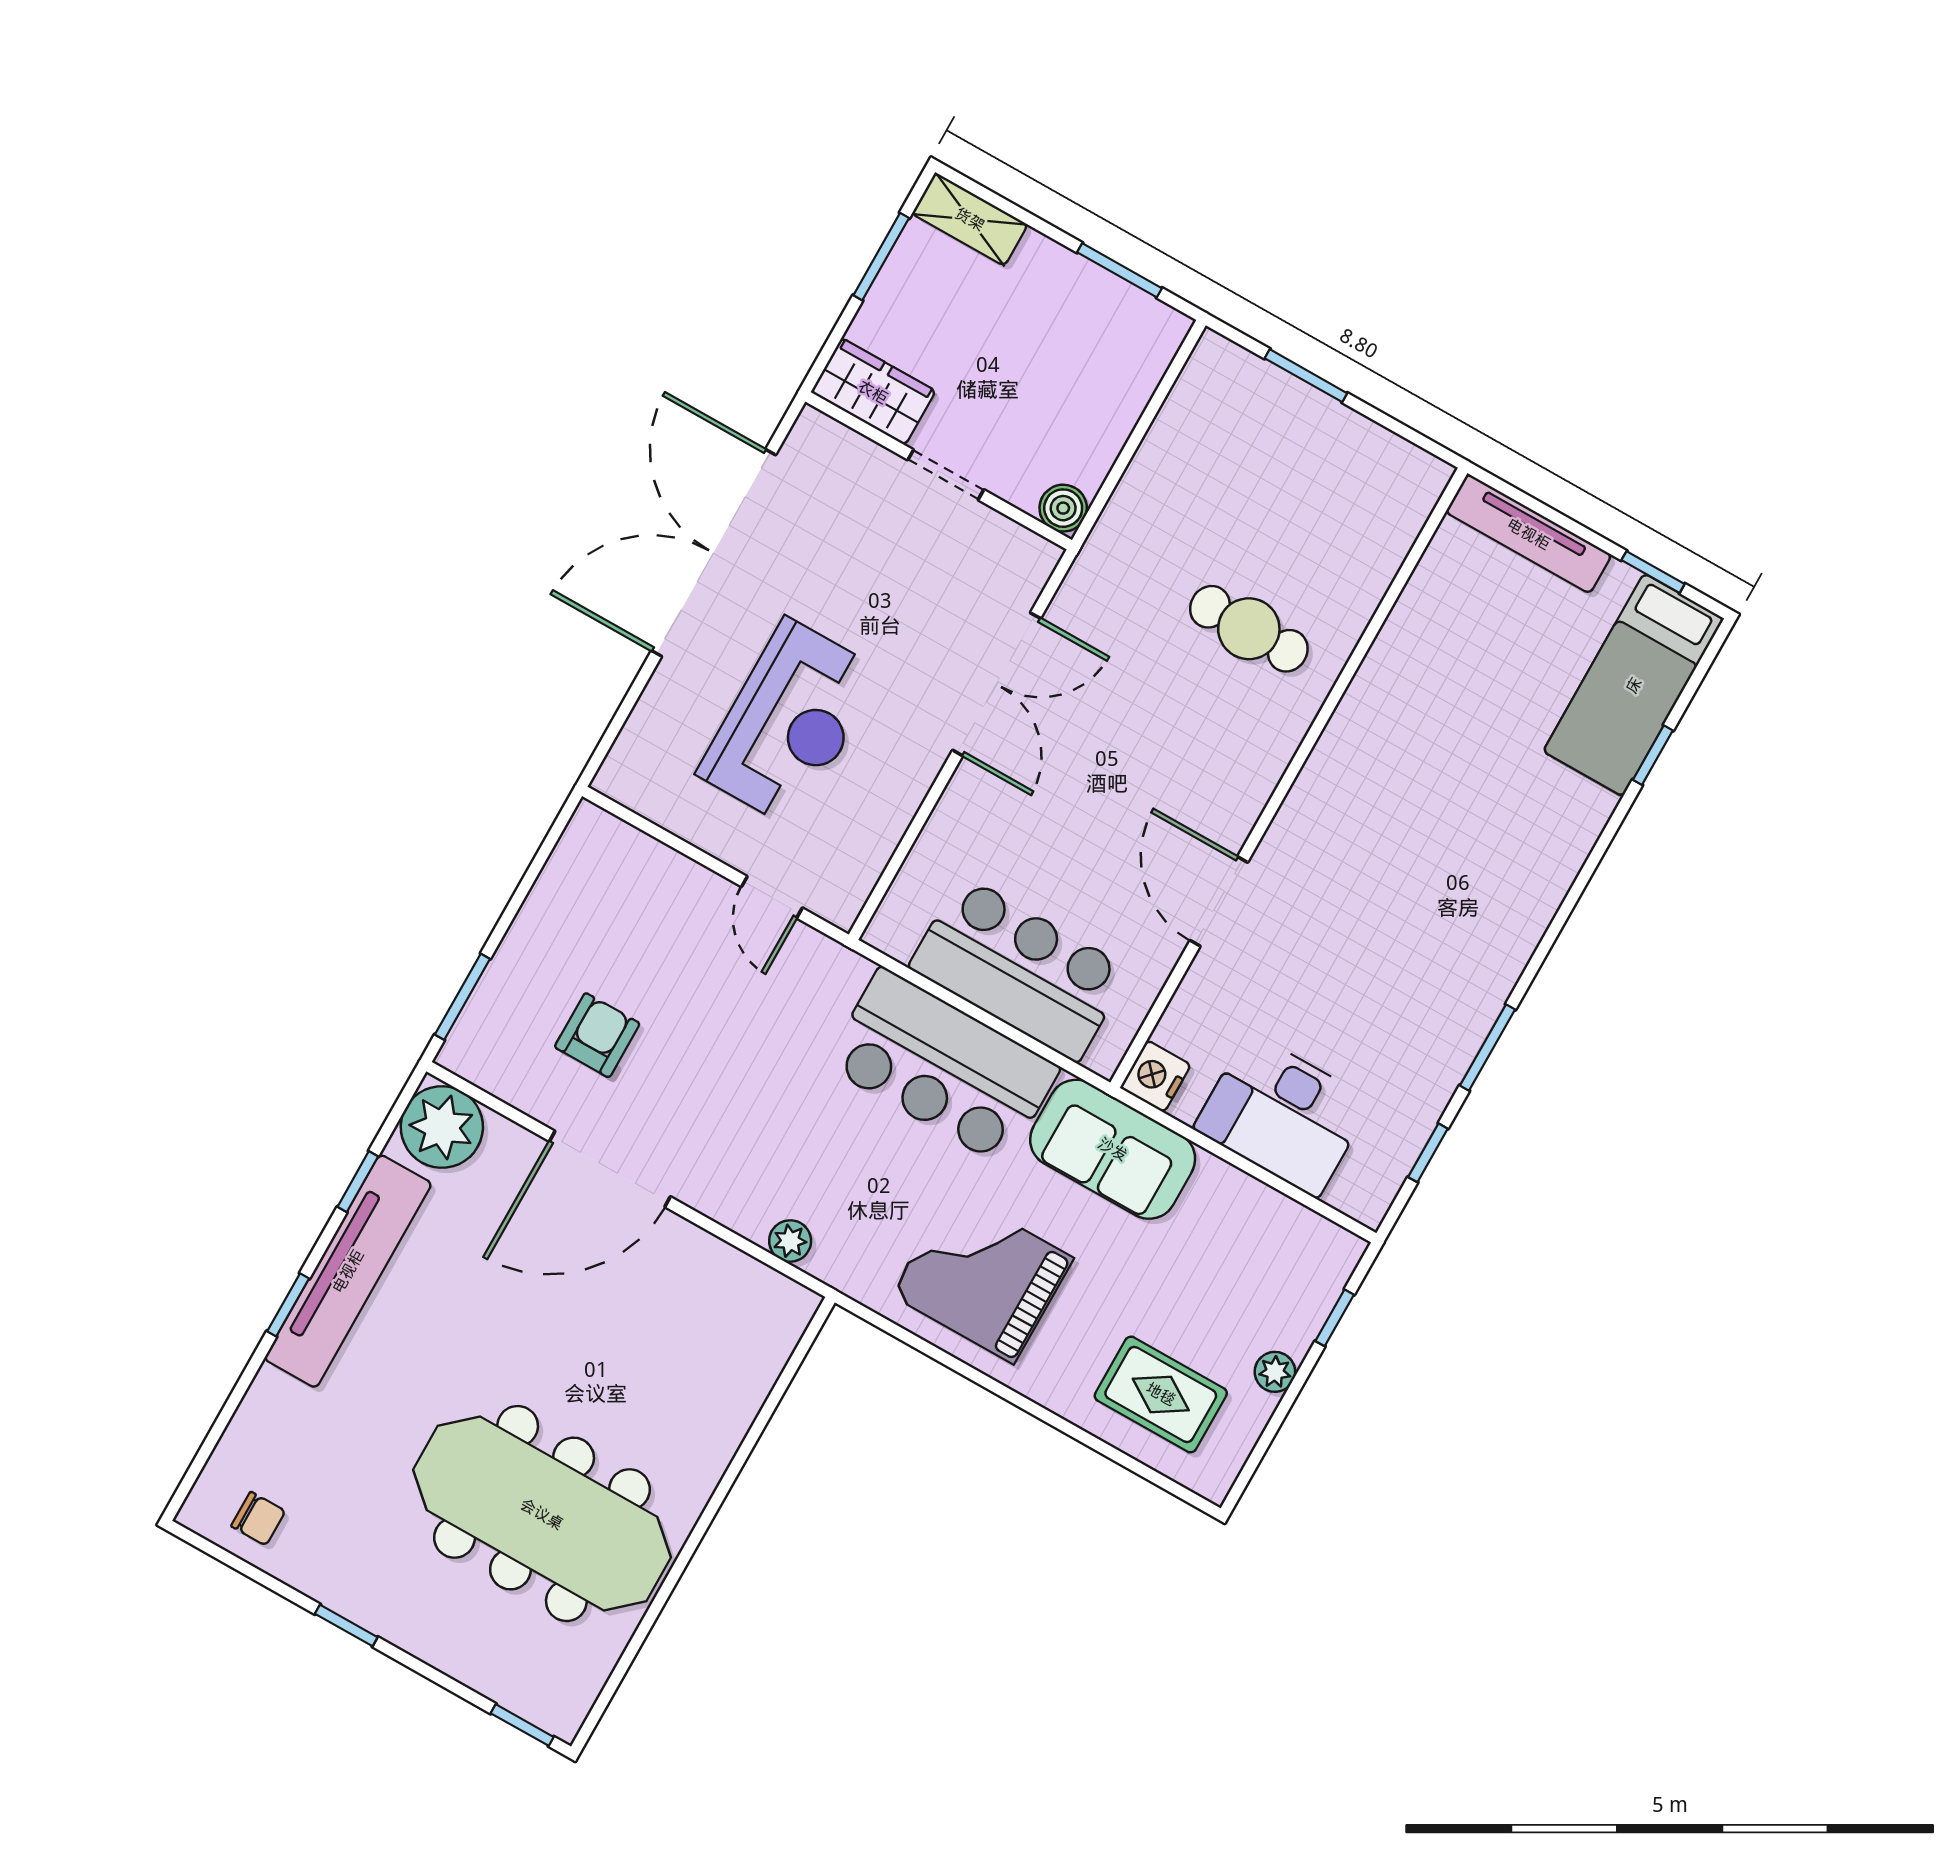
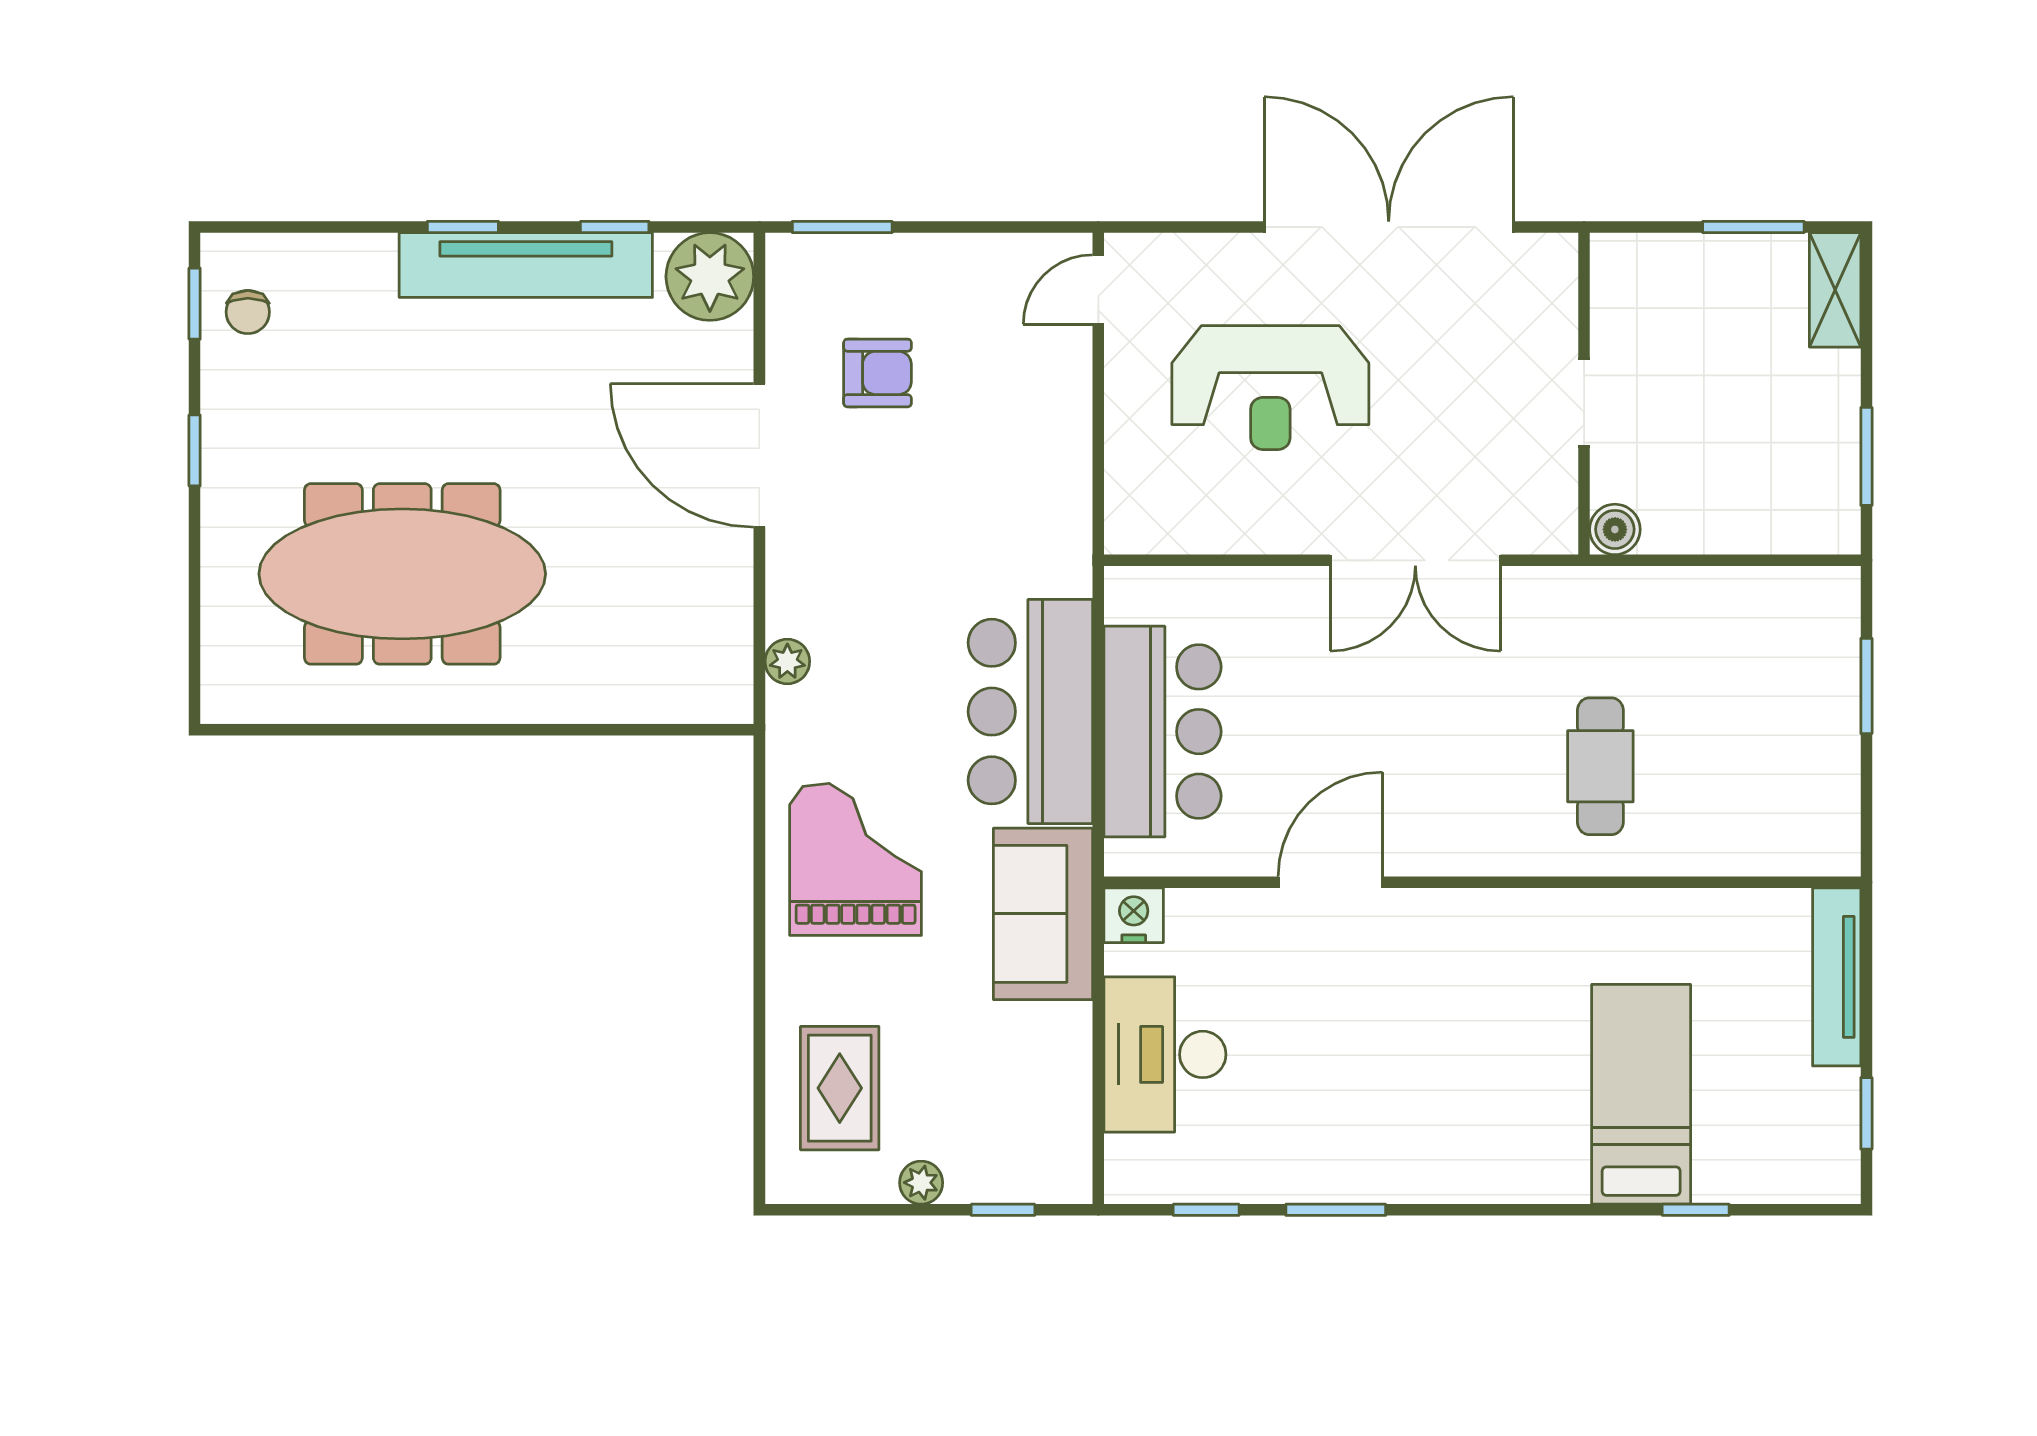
wardrobe: (873, 392) -> (1623, 291), removed
bed: (1634, 685) -> (1641, 1094), moved, turned 90
door: (772, 897) -> (1098, 289), moved
meeting table: (542, 1514) -> (402, 574), turned 90
window: (522, 1725) -> (195, 304), moved

